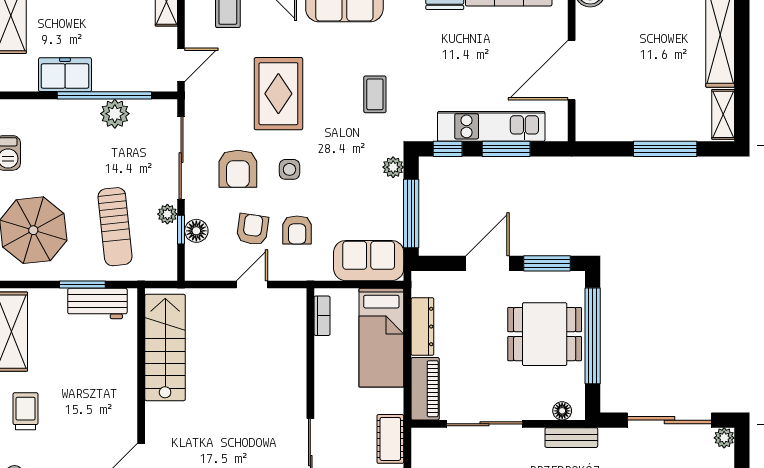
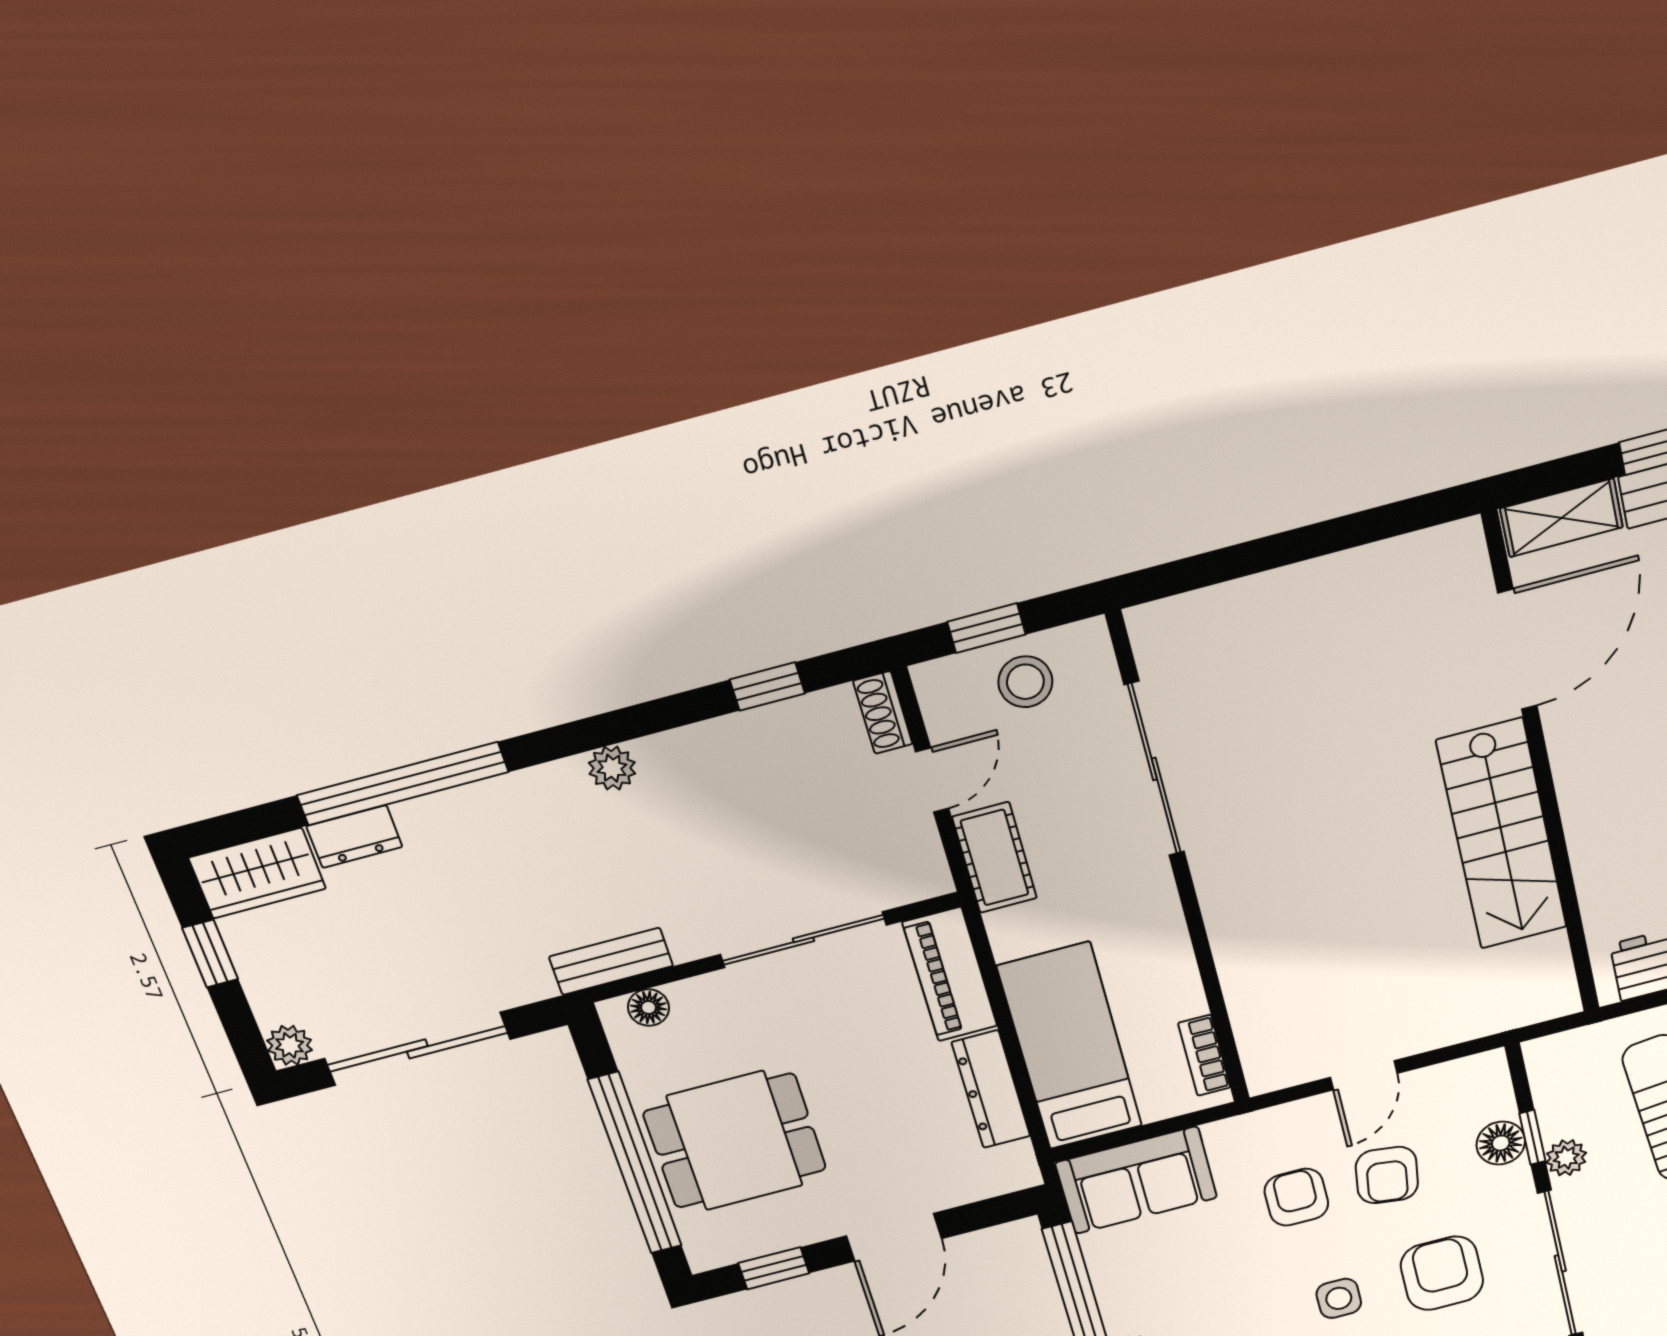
window: (547, 263) -> (774, 1268), width x0.67
stairs: (165, 348) -> (1502, 834), moved

